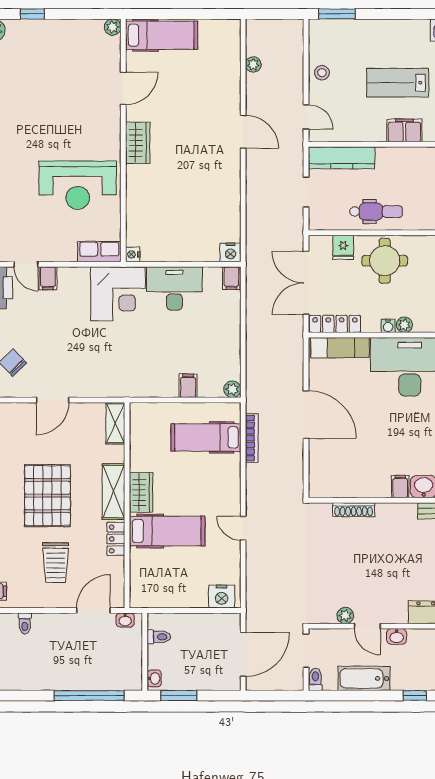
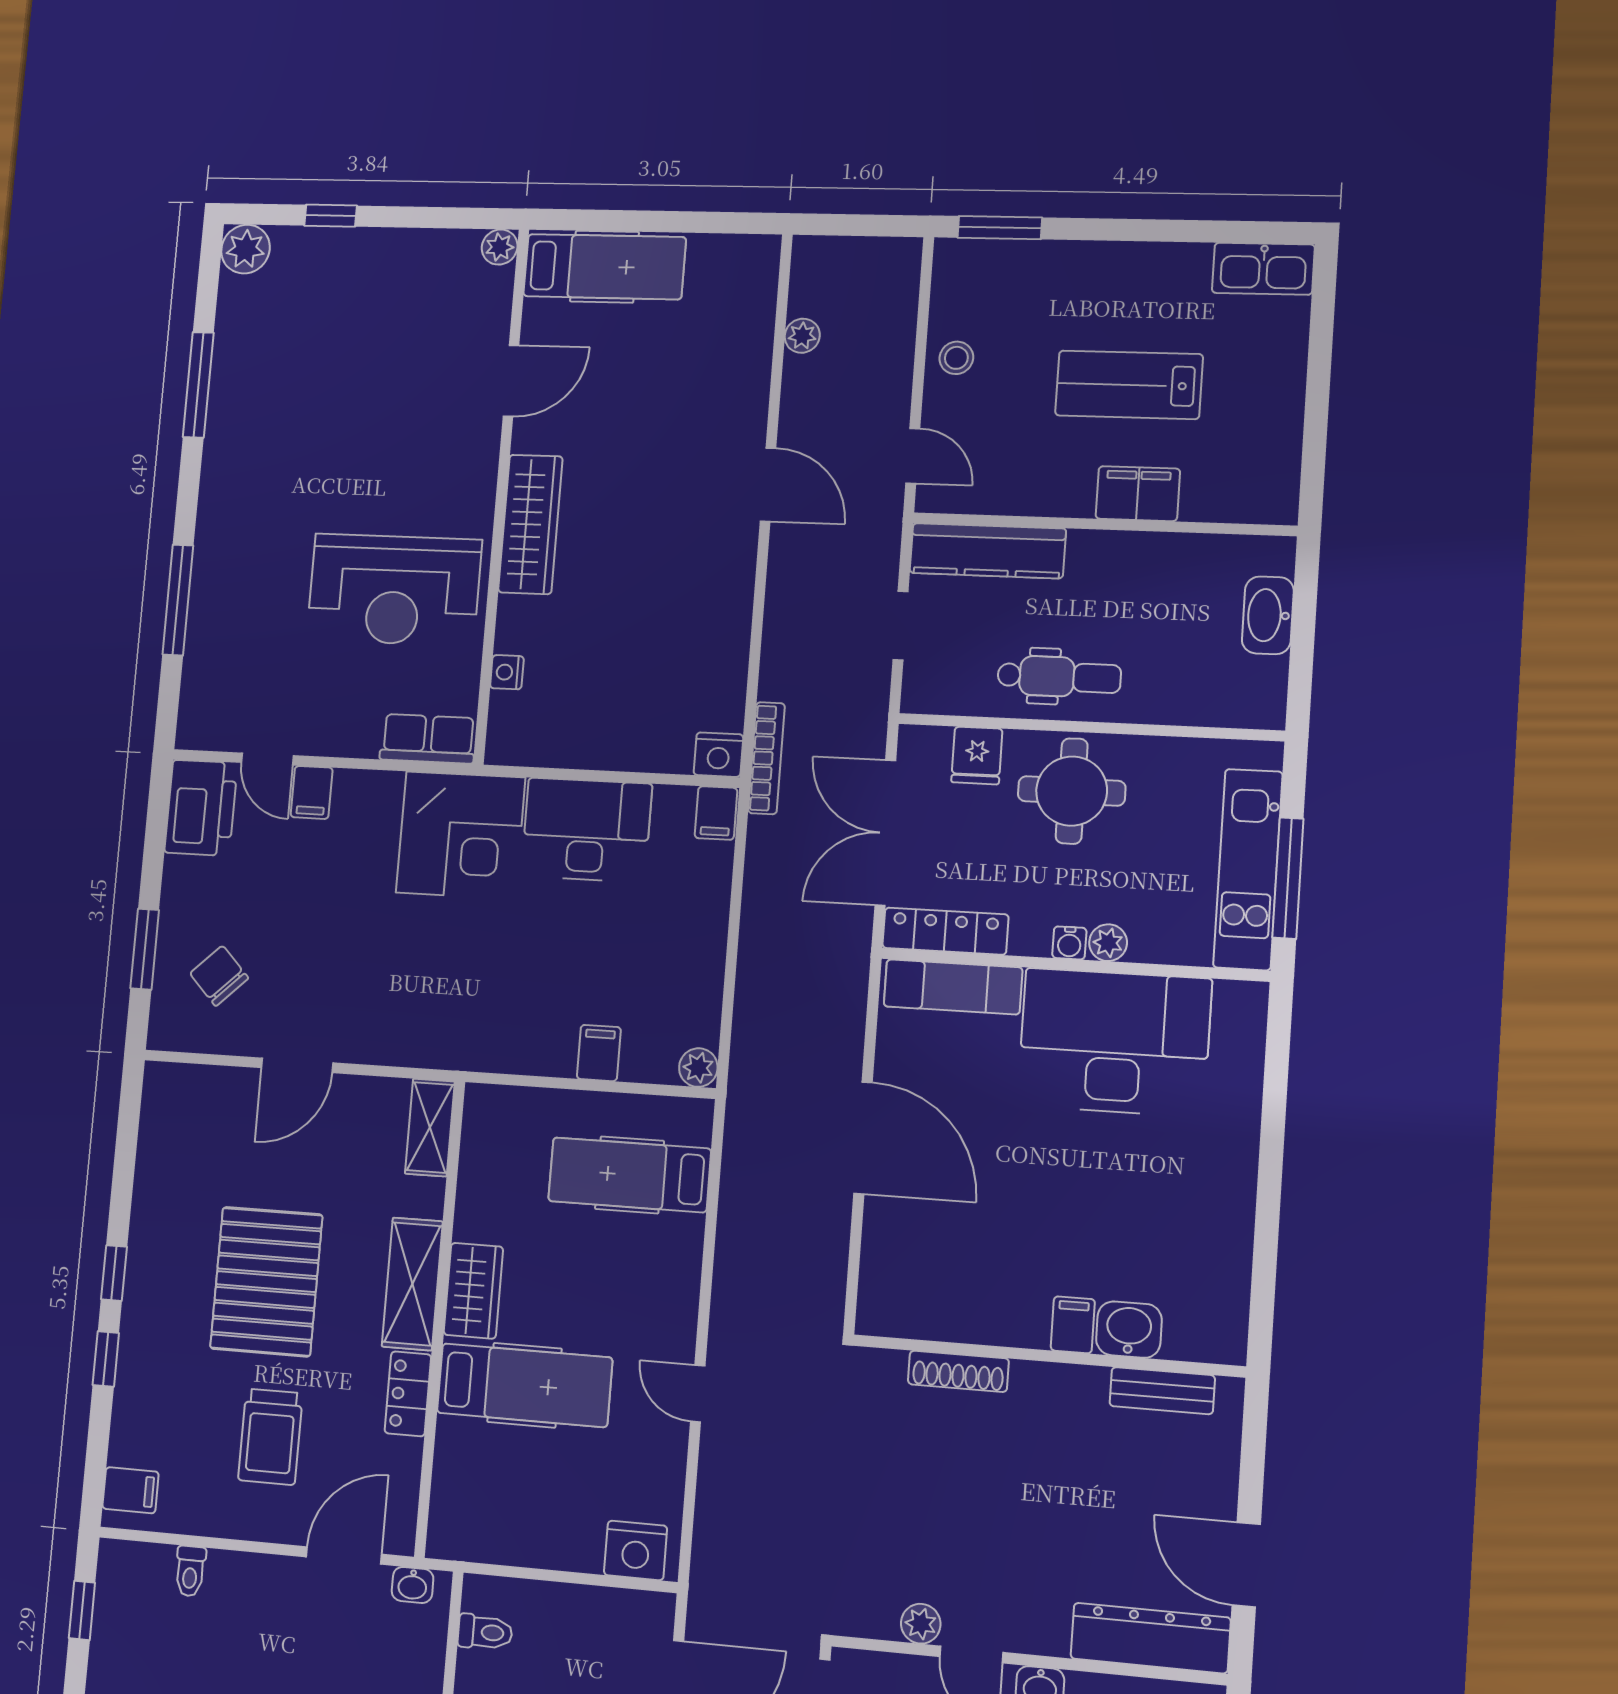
wardrobe: (138, 143) -> (530, 524), width x1.50
nightstand: (133, 254) -> (507, 672), moved
bookcase: (252, 438) -> (766, 758), moved

